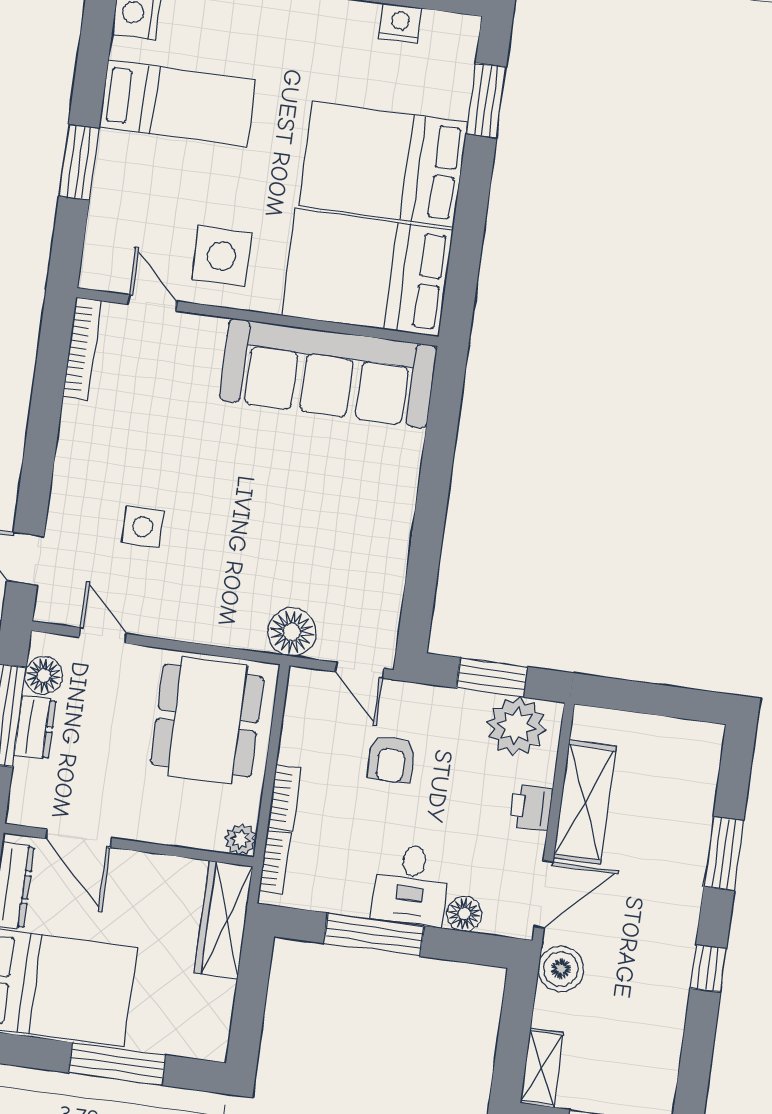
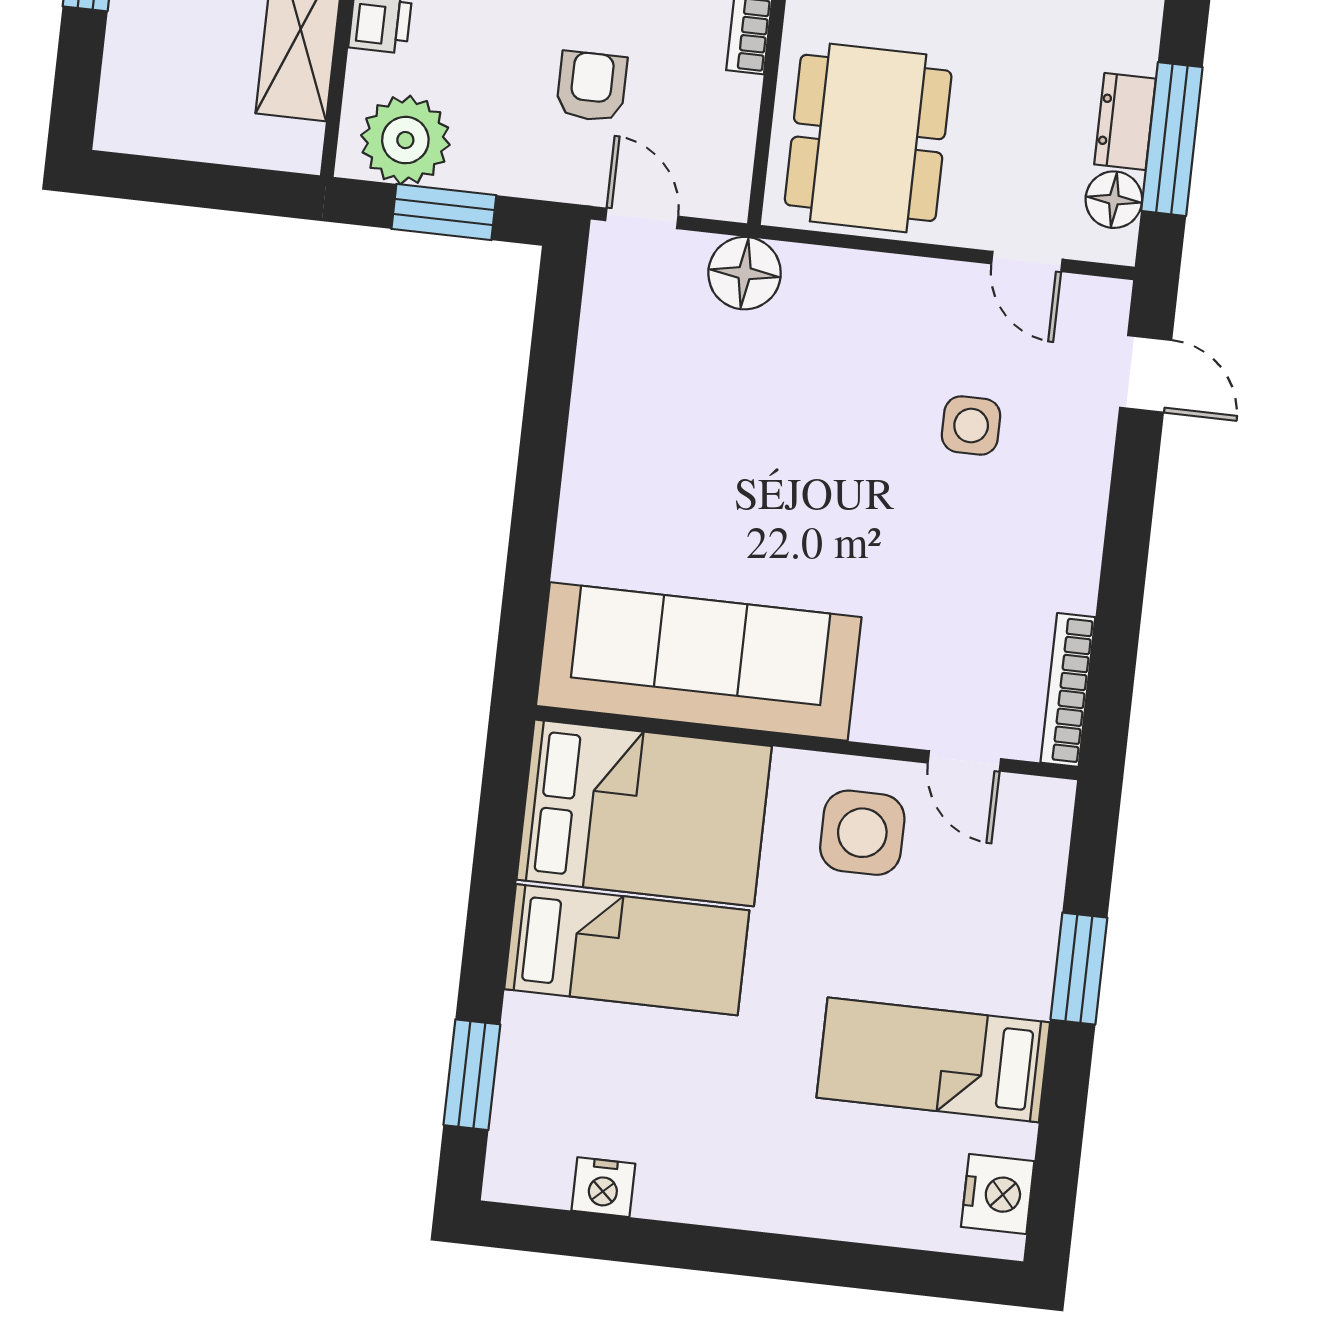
bed: (383, 164) -> (627, 950), width x0.67

